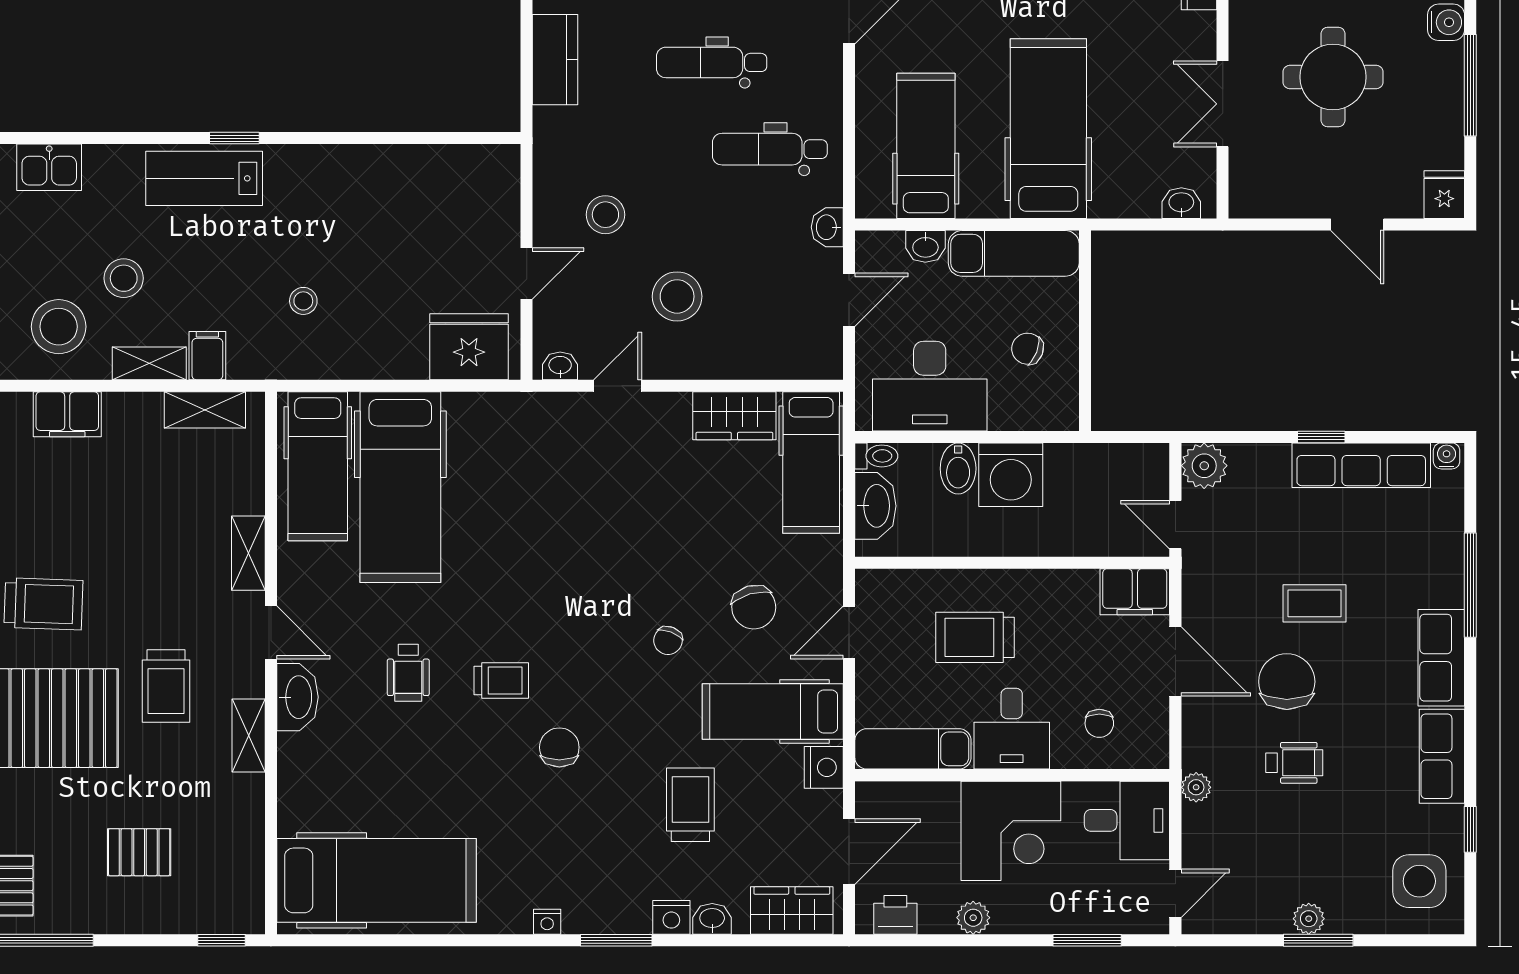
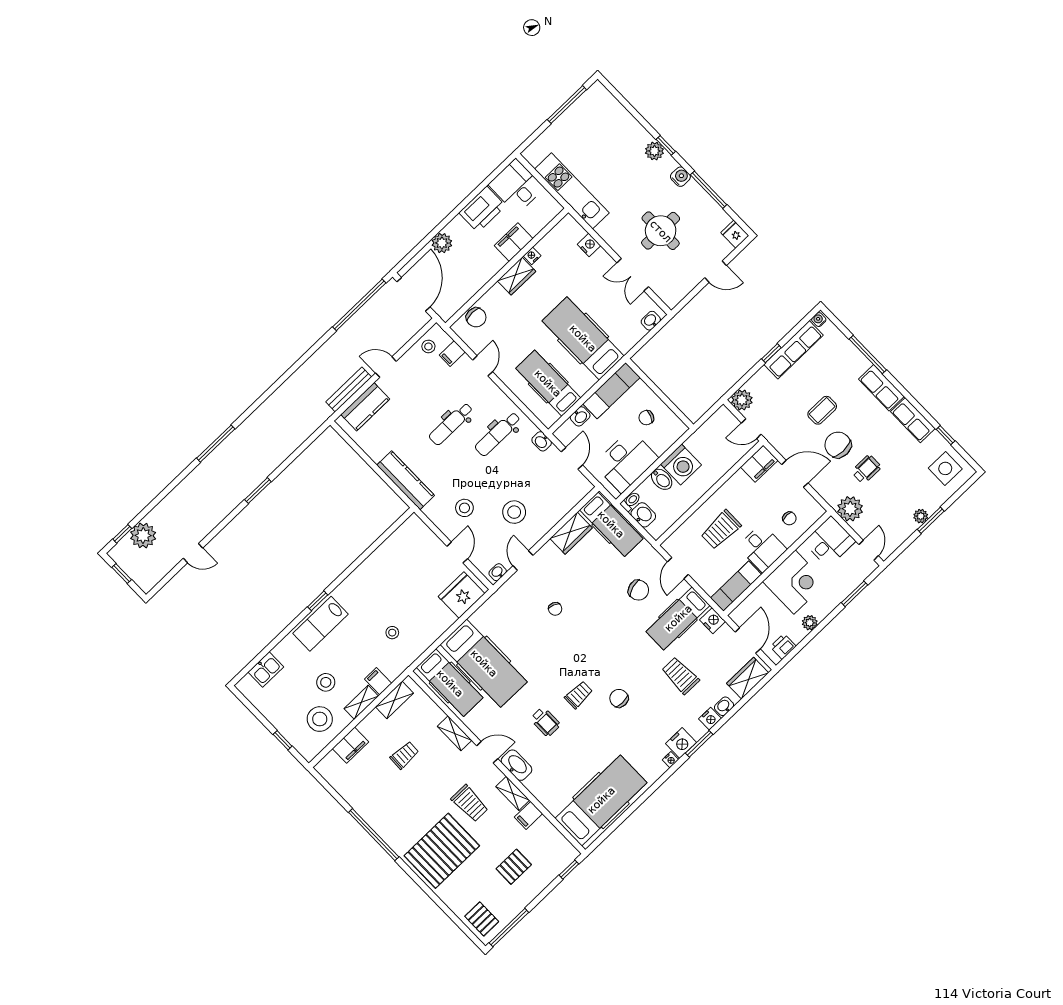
kitchen counter: (555, 60) -> (406, 480), width x1.50
washbasin: (875, 506) -> (643, 515), width x0.72
trolley: (43, 604) -> (404, 755), moved, width x0.73, depth x0.72
chair: (668, 640) -> (555, 609), moved
plant: (1196, 787) -> (850, 509), width x1.87, depth x1.87
filing cabinet: (240, 794) -> (528, 815), added
nightstand: (589, 912) -> (681, 743), added

